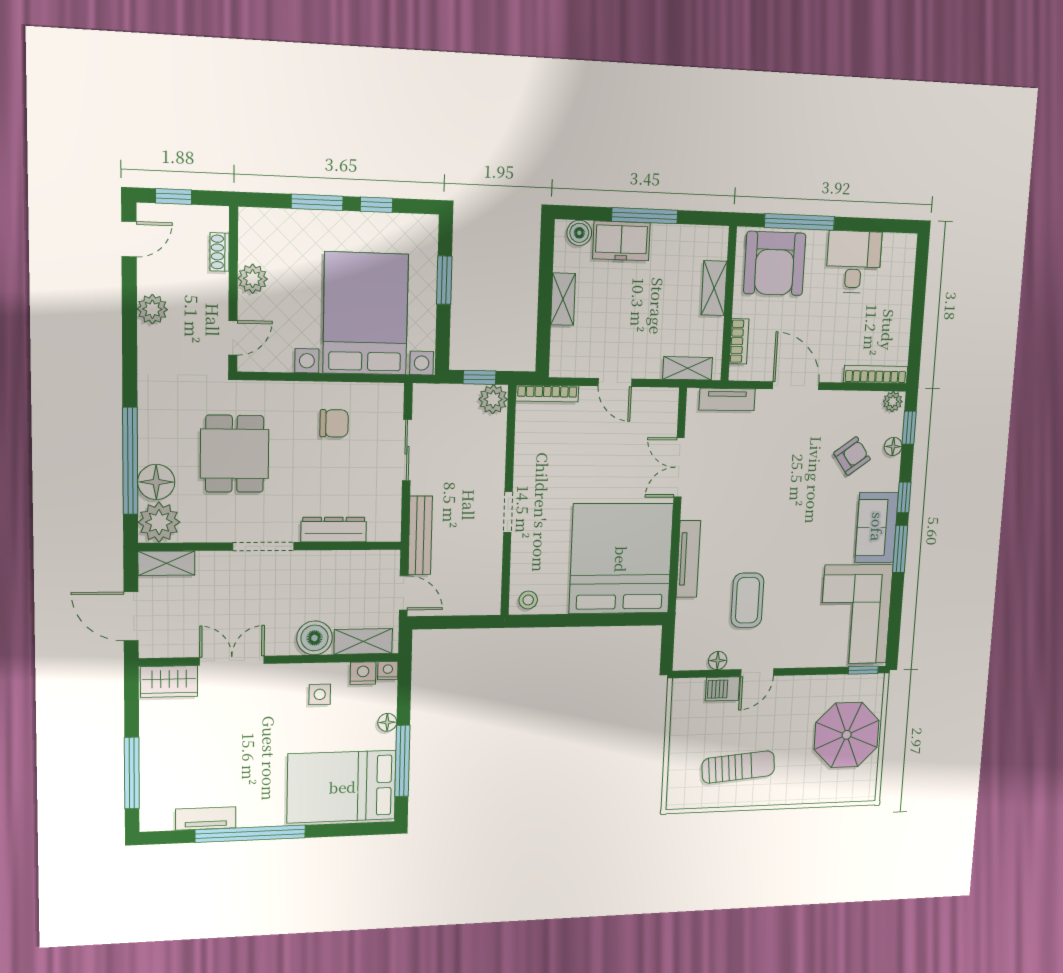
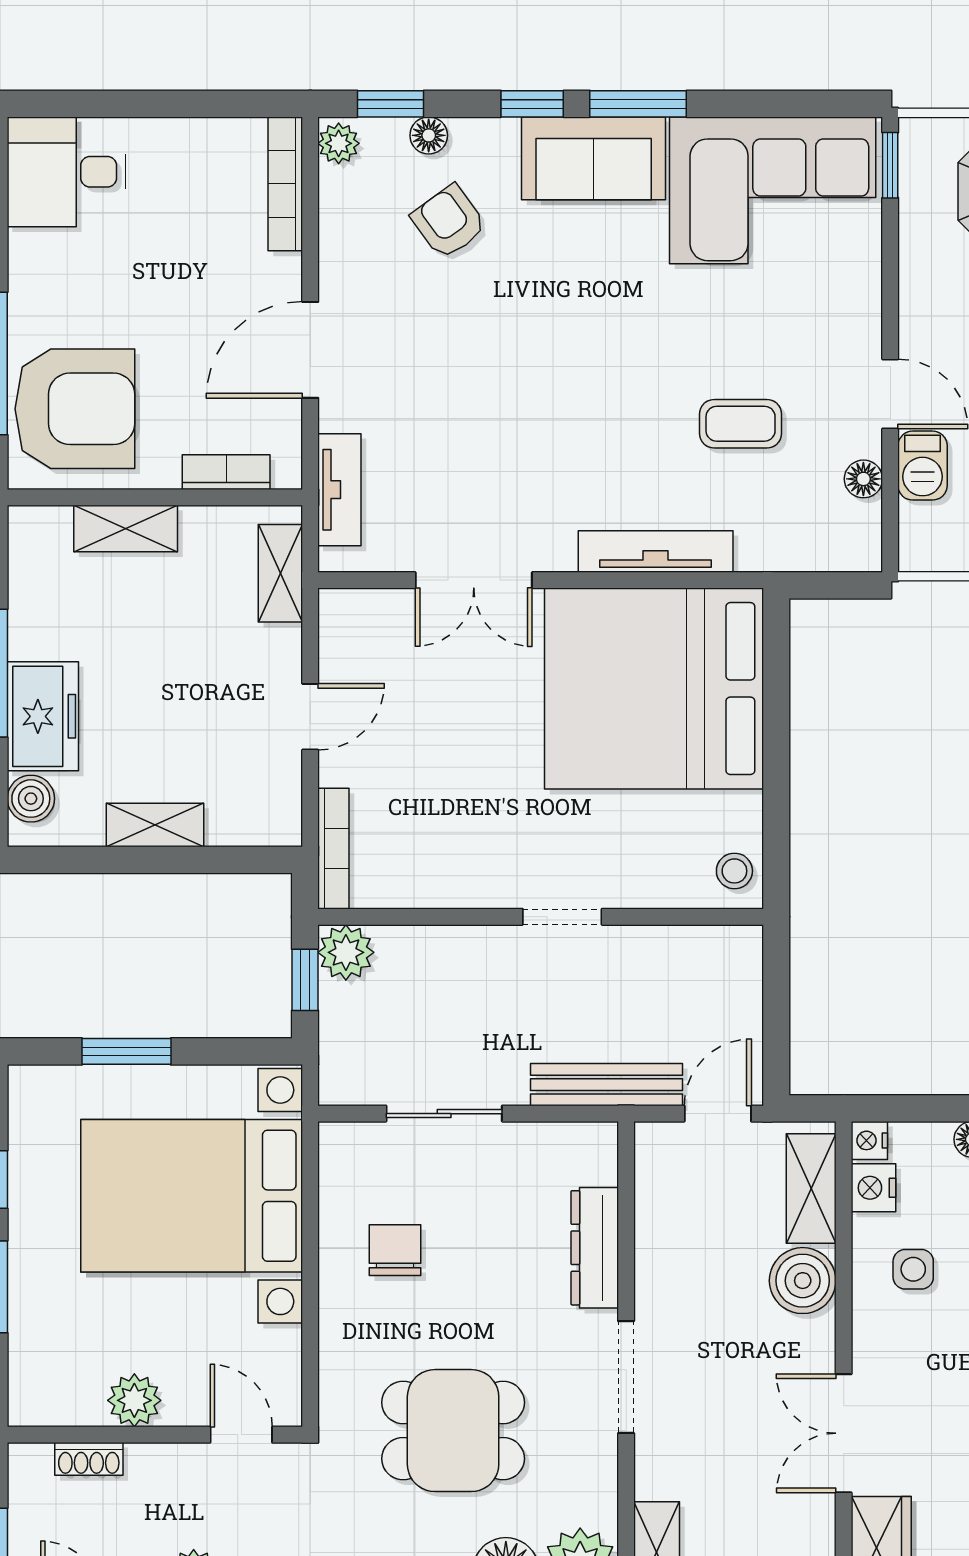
desk: (854, 262) -> (67, 172), moved
coffee table: (747, 600) -> (741, 424), width x0.73, depth x0.77

